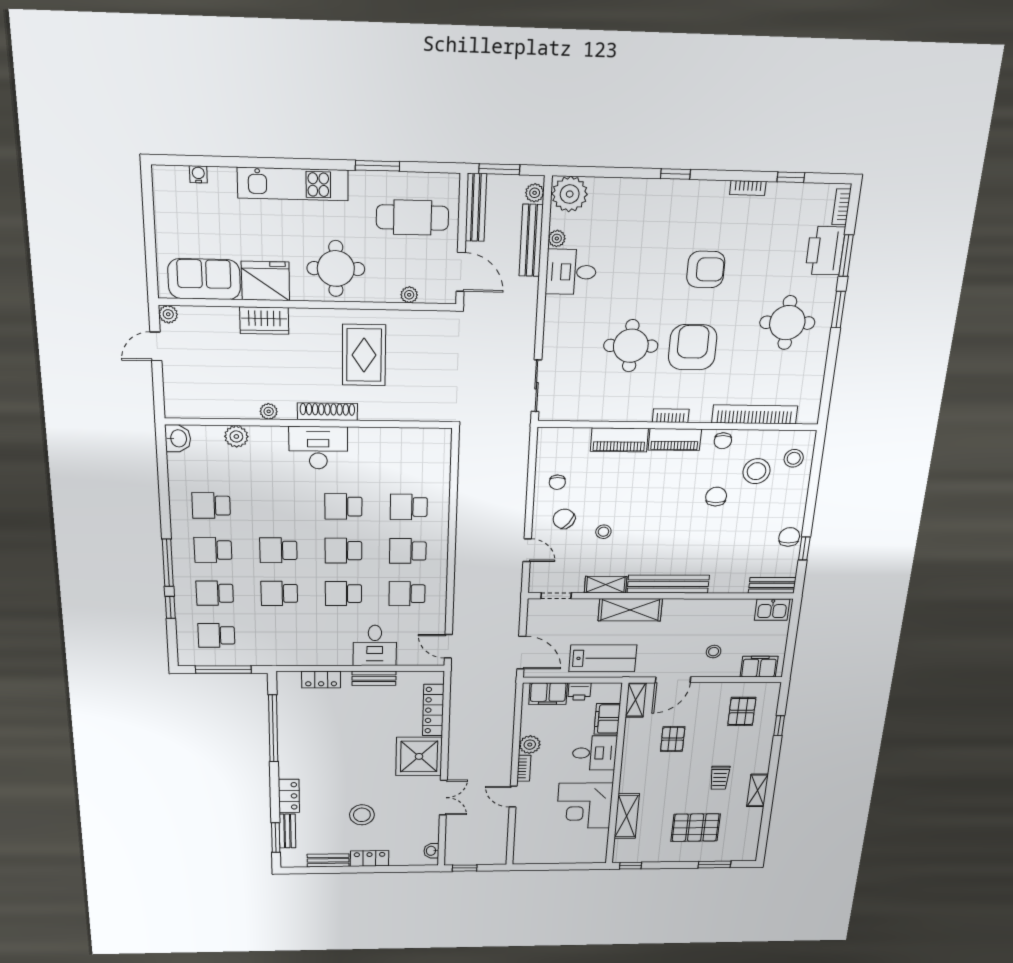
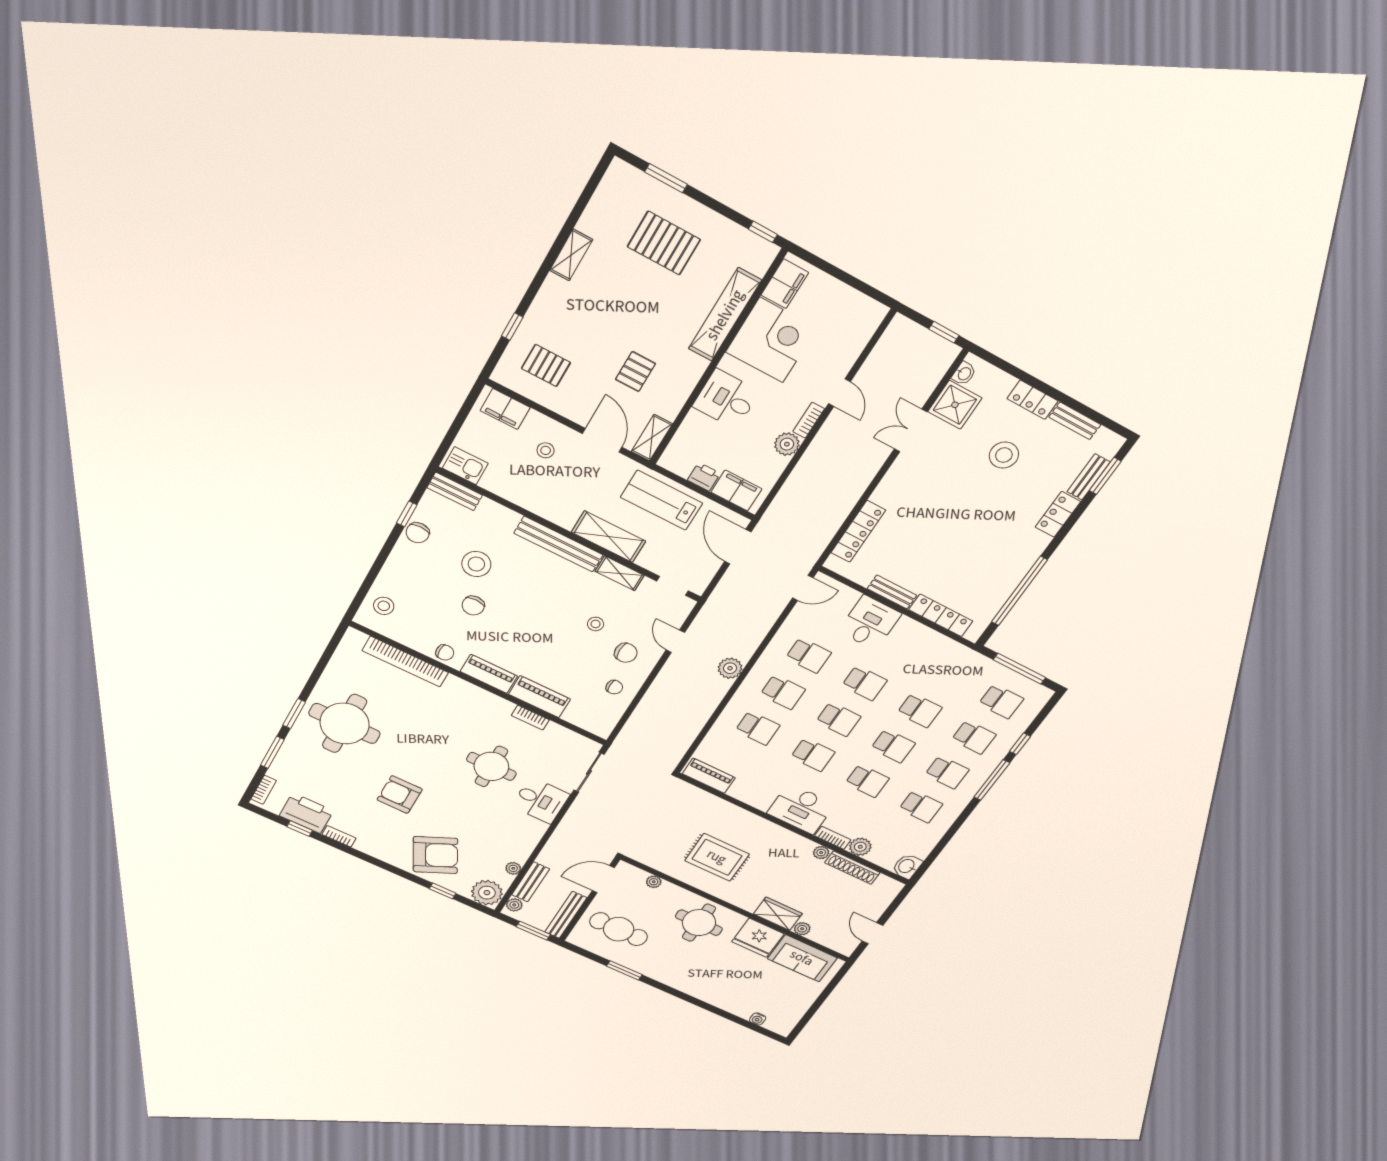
window: (675, 174) -> (443, 891), moved
kitchen unit: (293, 184) -> (694, 986), removed
bench: (531, 240) -> (531, 882), width x0.73
printer: (825, 251) -> (306, 813), moved, turned -90
door: (461, 272) -> (603, 879), hinge flipped
desk: (571, 272) -> (541, 800), moved
plant: (168, 314) -> (802, 929), moved
round table: (787, 323) -> (345, 724), width x1.36, depth x1.36
door: (156, 346) -> (872, 933), swing flipped
armchair: (693, 347) -> (435, 855), moved, turned -116
rug: (364, 355) -> (717, 857), turned 90
shoe rack: (327, 412) -> (852, 868), moved
bookcase: (671, 416) -> (530, 718), moved
bookcase: (269, 433) -> (833, 838), added
piano: (424, 438) -> (709, 776), added
chair: (723, 441) -> (445, 652), turned 90
stool: (757, 471) -> (476, 564), moved
chair: (557, 482) -> (614, 687), turned 90
school desk: (278, 506) -> (867, 781), added
chair: (564, 519) -> (626, 653), turned -37
plant: (466, 550) -> (730, 668), added
door: (448, 646) -> (803, 588), hinge flipped
locker: (321, 680) -> (941, 615), width x1.53
door: (673, 680) -> (602, 440), hinge flipped
pallet: (742, 712) -> (546, 365), turned 90
filing cabinet: (607, 719) -> (785, 284), moved
shower: (419, 756) -> (955, 405), moved, width x0.73, depth x0.73
trolley: (720, 778) -> (607, 295), removed
shelving: (627, 816) -> (725, 315), width x1.47

